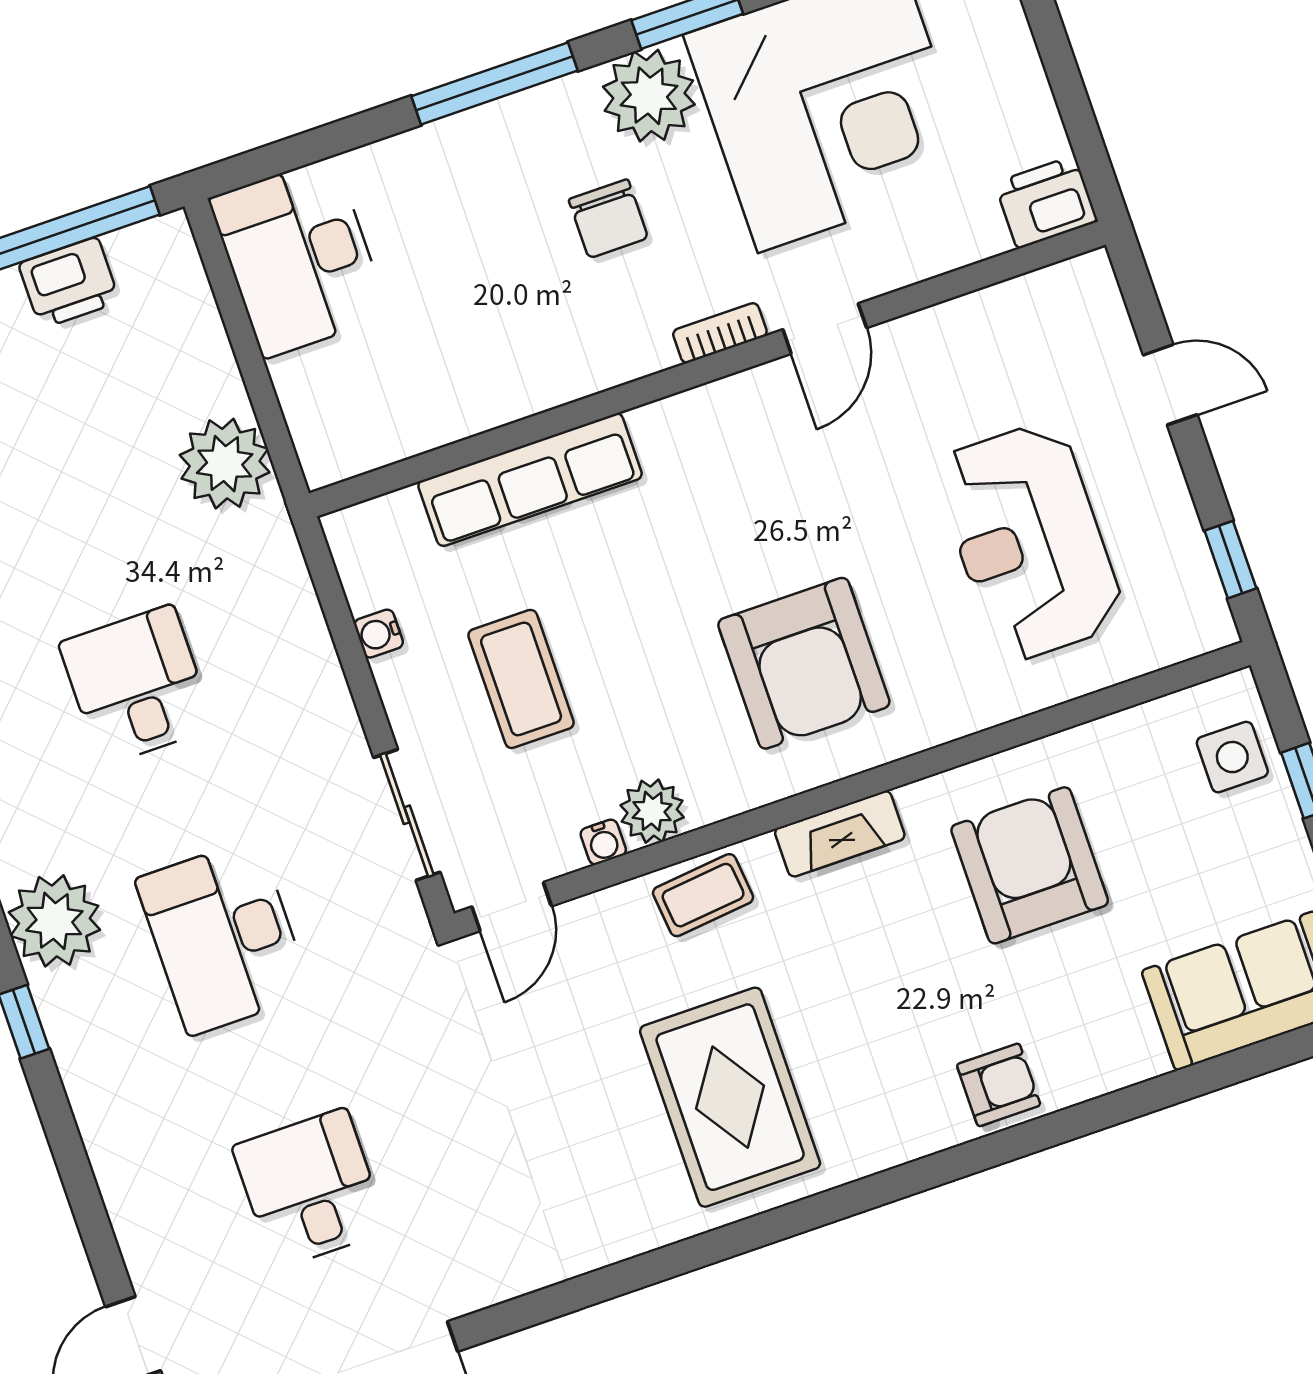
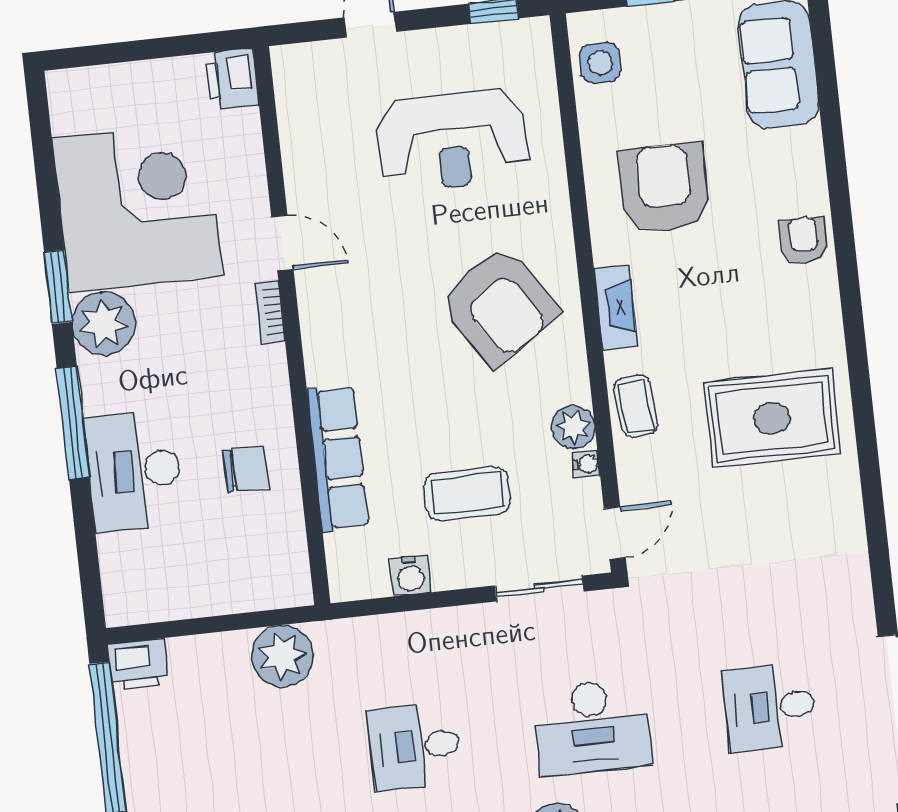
chair: (608, 219) -> (246, 469), moved
desk: (299, 257) -> (134, 471), moved, turned 90
printer: (69, 283) -> (138, 664), moved, turned 90
water cooler: (379, 634) -> (411, 576), width x1.38, depth x1.38
armchair: (804, 663) -> (499, 306), turned 56
side table: (1232, 757) -> (600, 63), moved
armchair: (1030, 865) -> (664, 188), turned 90
door: (512, 906) -> (615, 533), hinge flipped

